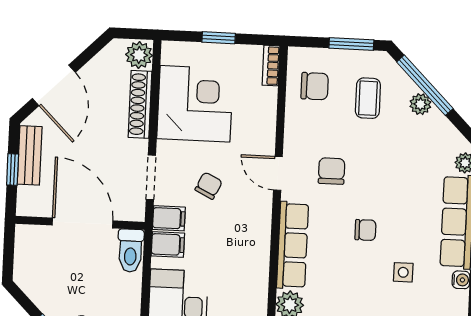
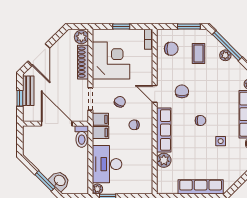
chair: (235, 232) -> (134, 125), added

